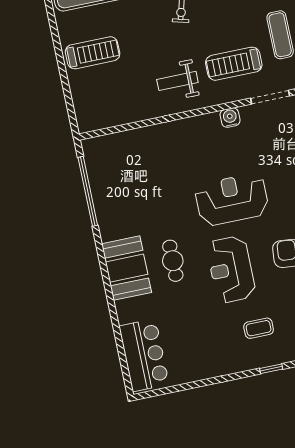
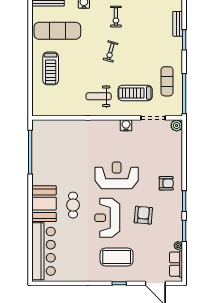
treadmill: (93, 53) -> (51, 68), turned 90
coffee table: (259, 328) -> (117, 257), width x1.86, depth x1.72
bar counter: (144, 355) -> (44, 251), width x1.36

